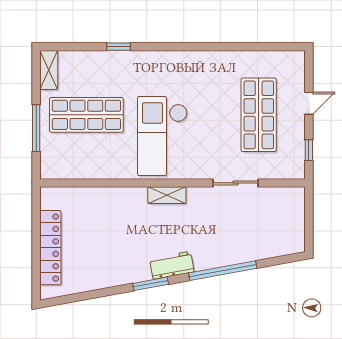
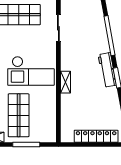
shelving: (167, 195) -> (66, 82), moved
workbench: (172, 265) -> (107, 70), width x1.38

